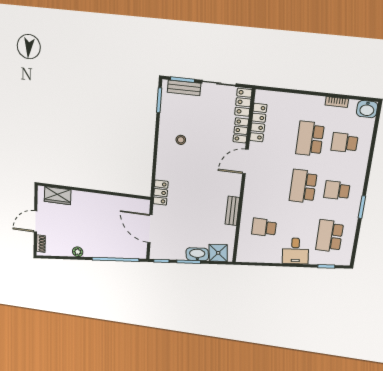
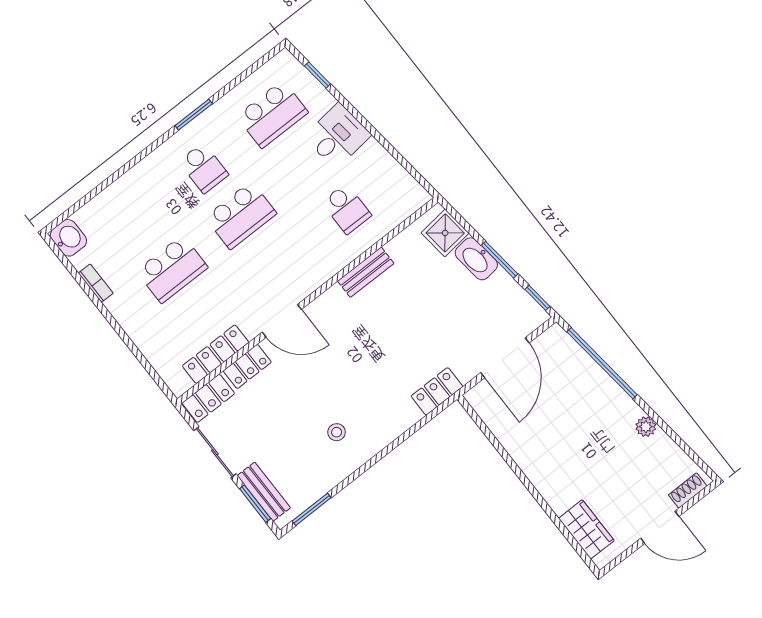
school desk: (345, 143) -> (135, 222), removed

